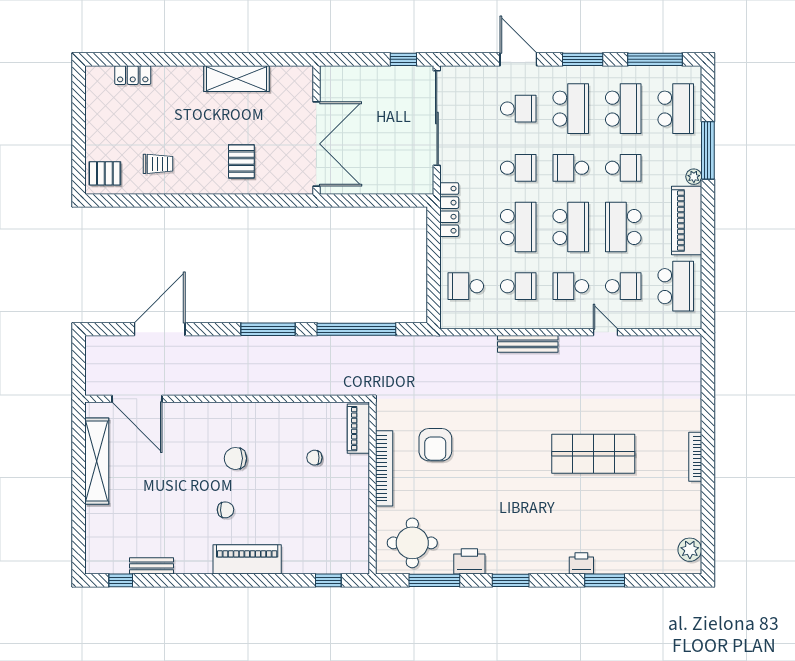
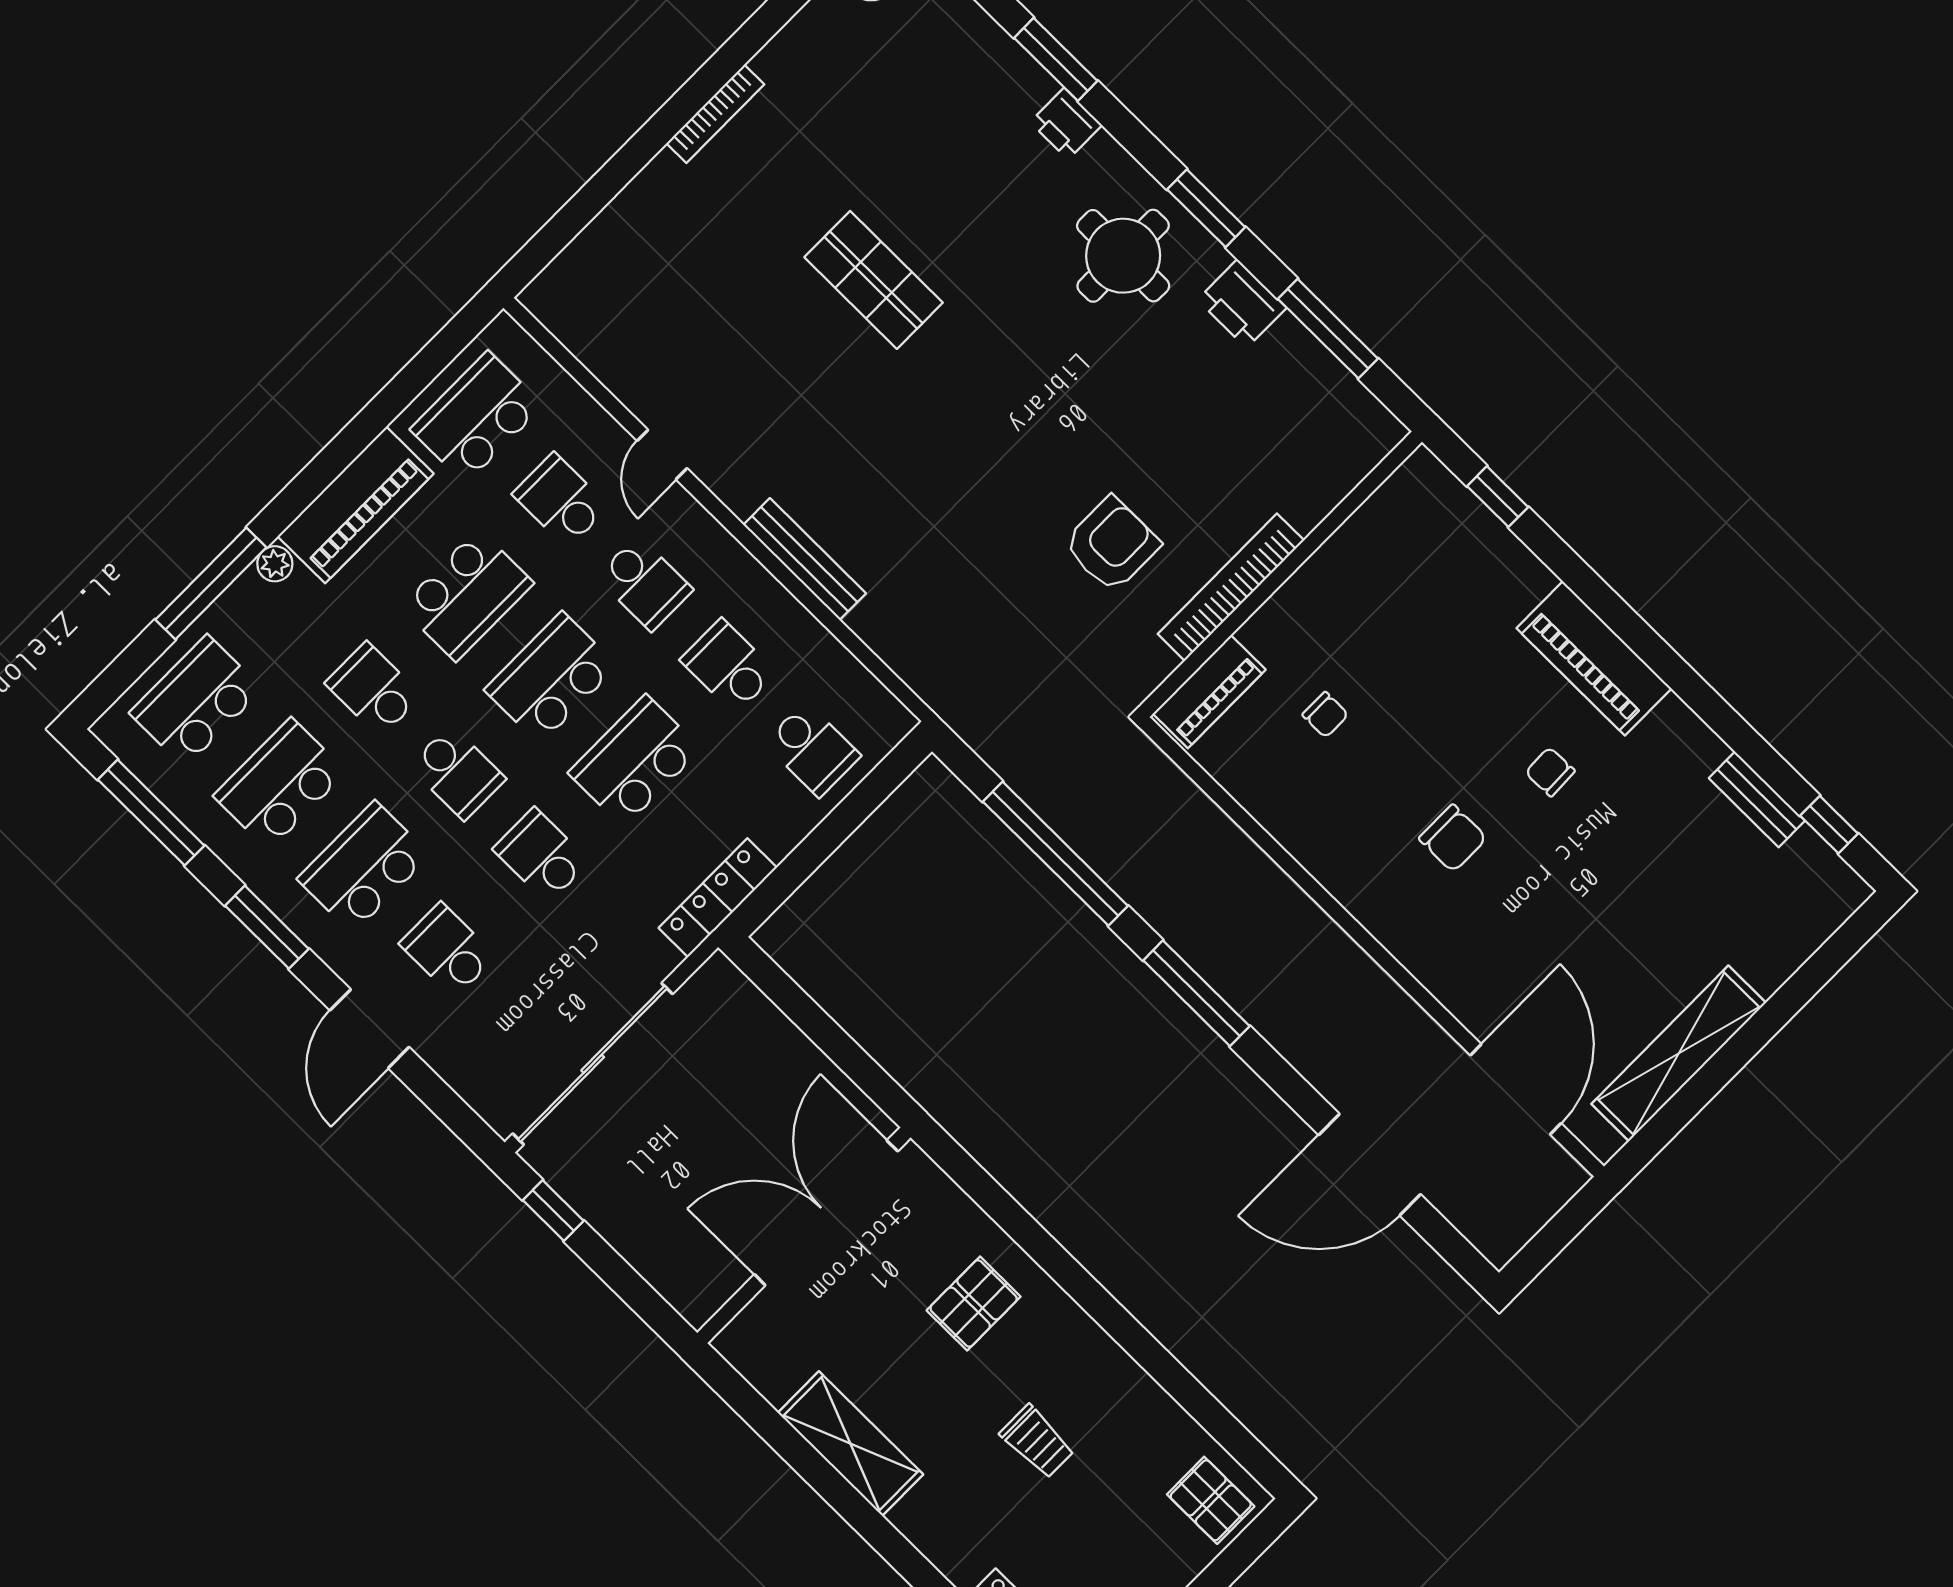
trolley: (158, 164) -> (1037, 1442), moved, turned 180
shop shelf: (593, 454) -> (874, 280), width x0.70, depth x0.74
round table: (412, 543) -> (1123, 256), moved

